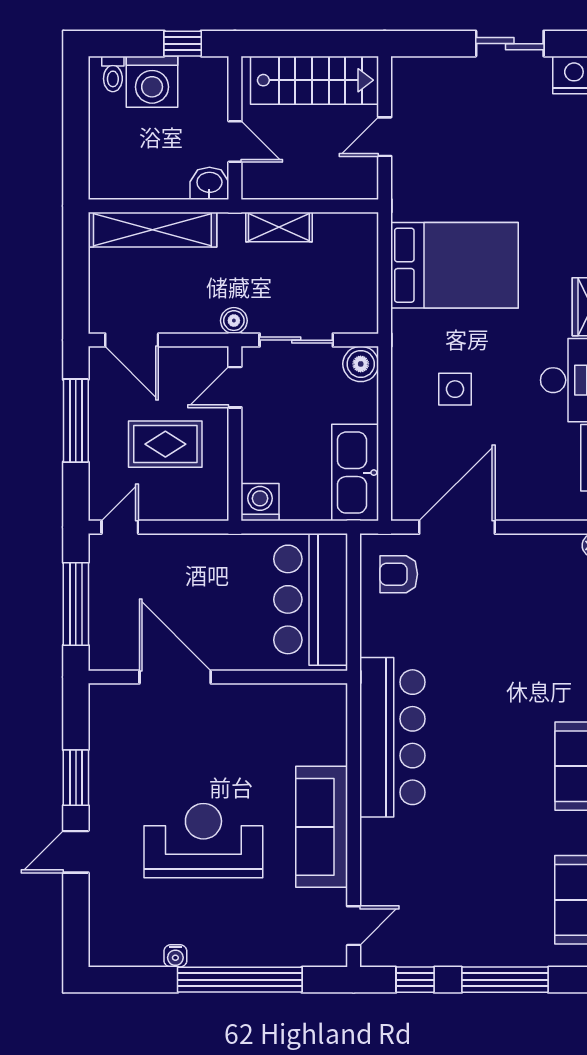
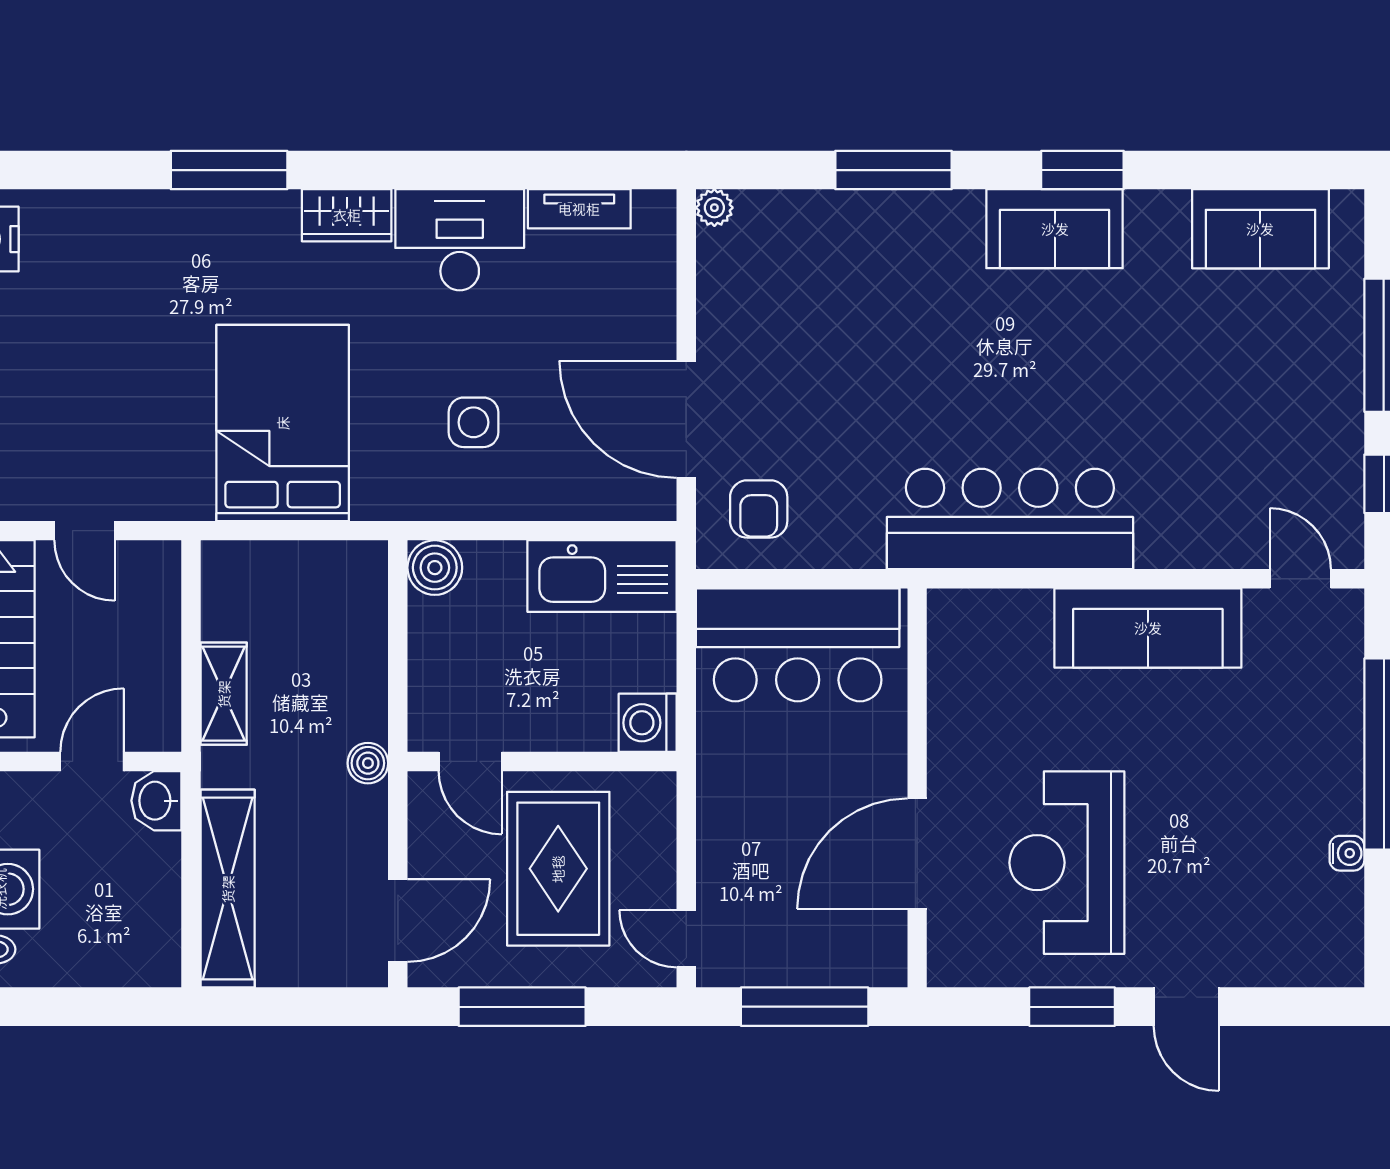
sliding door: (296, 340) -> (398, 667), removed
rug: (165, 444) -> (558, 869), width x1.36, depth x1.43
reception desk: (203, 841) -> (1067, 863), moved

